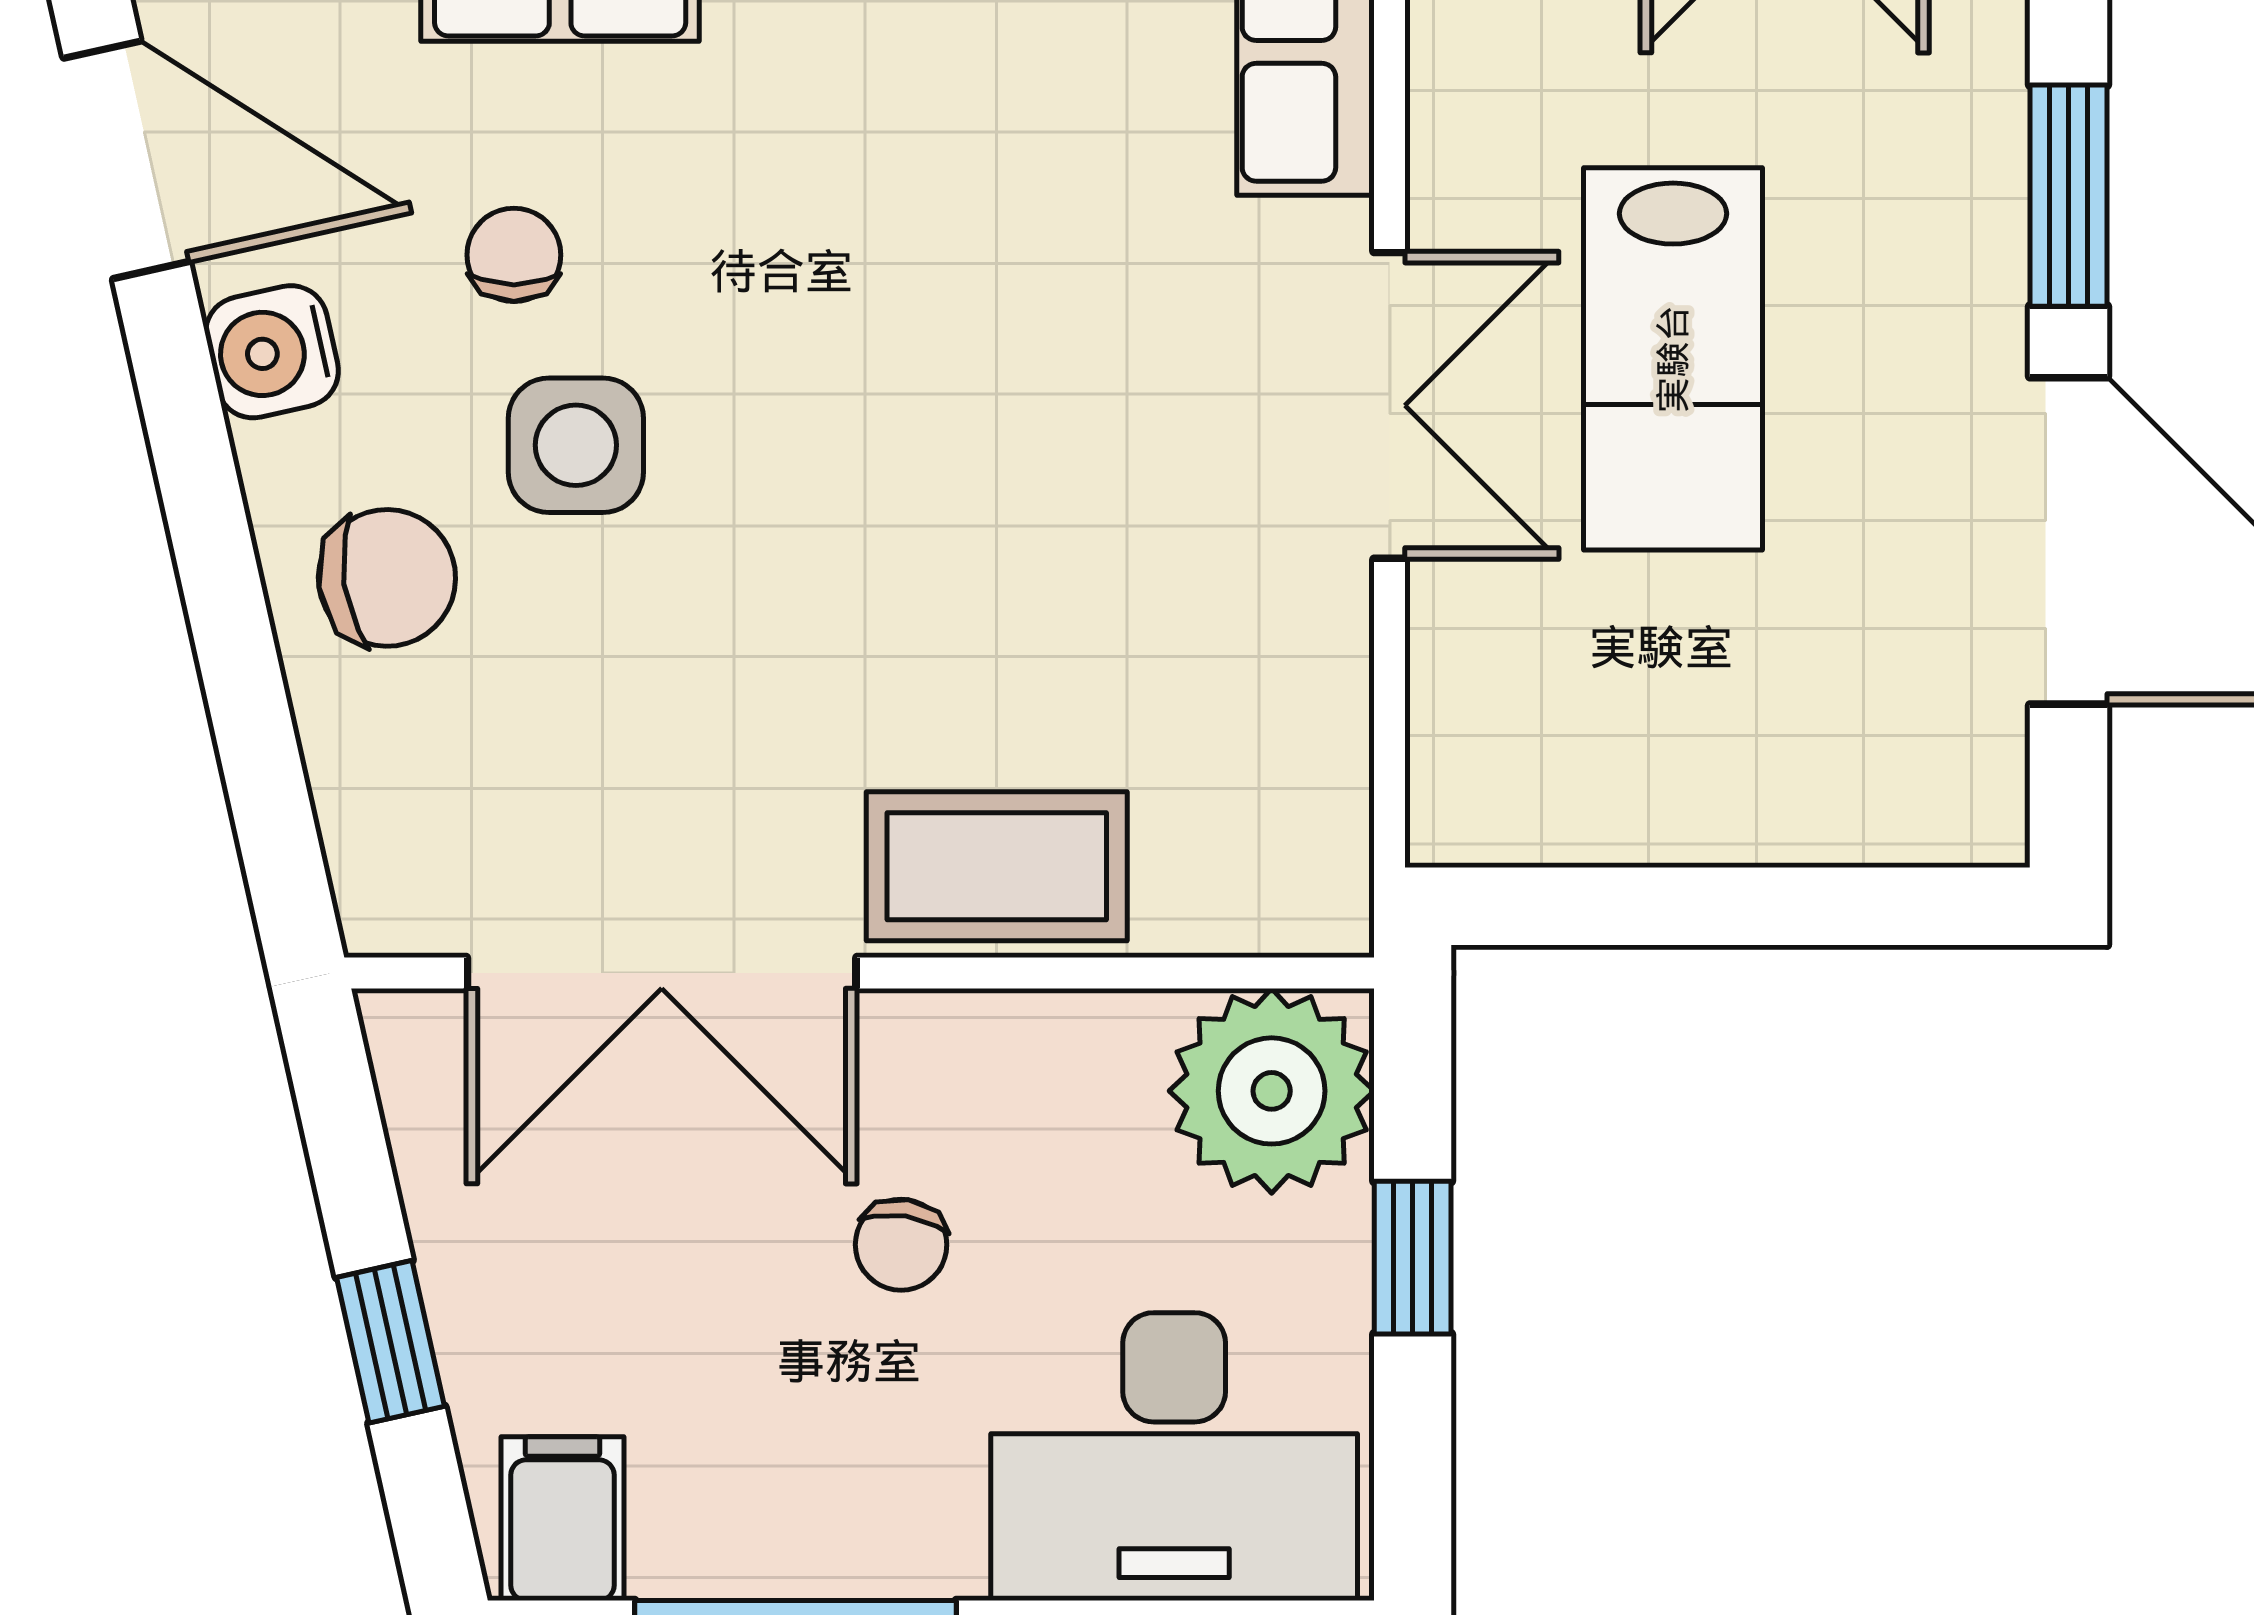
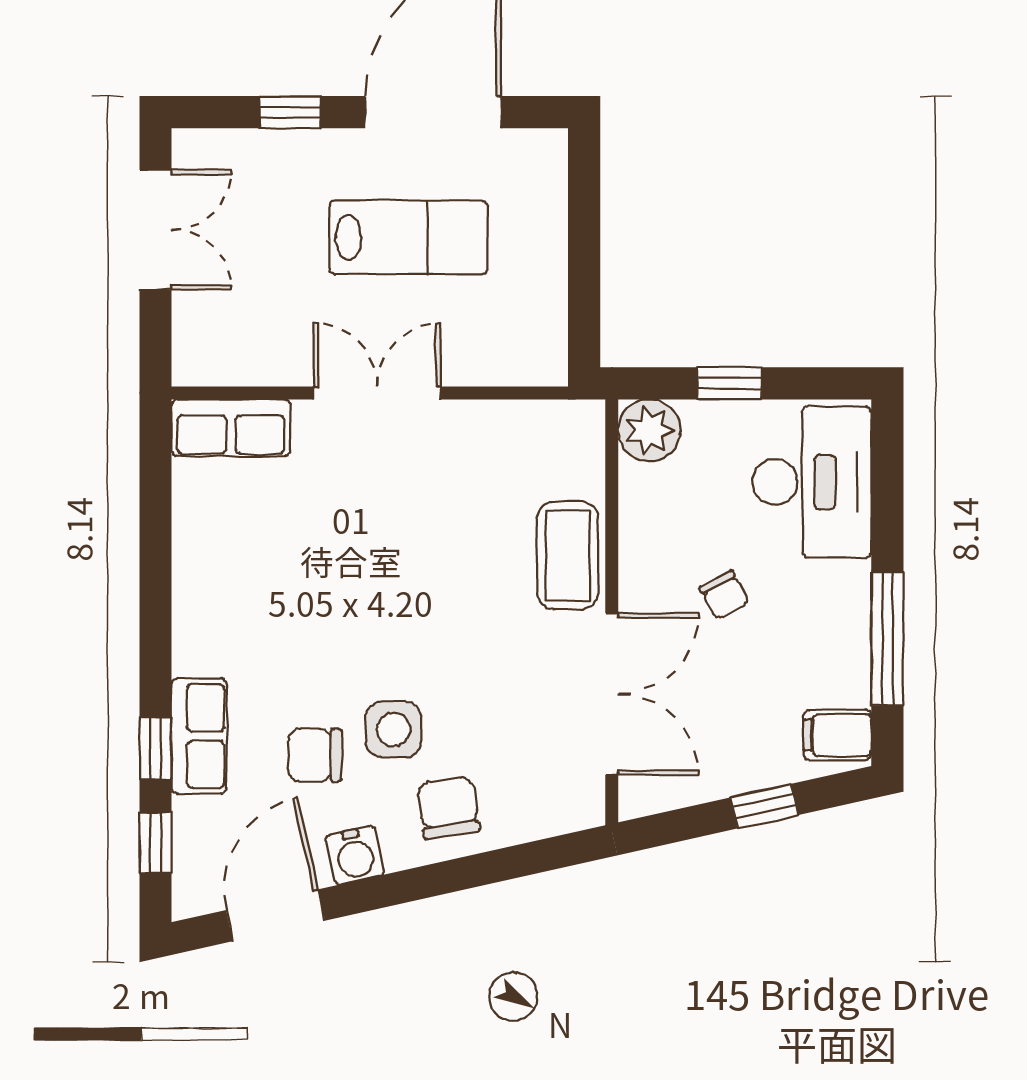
window: (2068, 196) -> (290, 112), width x0.67
chair: (514, 255) -> (315, 755), width x1.37, depth x1.37
lab bench: (1673, 359) -> (408, 237), moved
plant: (1272, 1091) -> (649, 430), width x0.73, depth x0.73
chair: (901, 1245) -> (724, 595), turned 53

